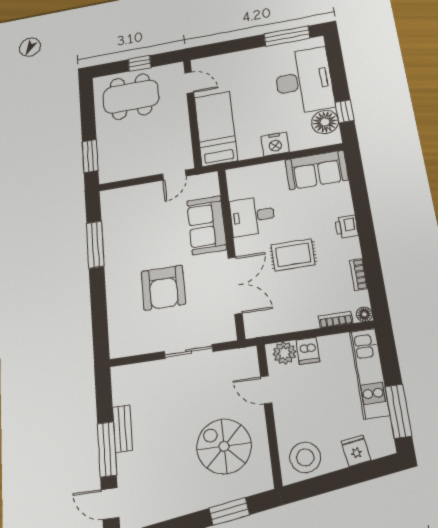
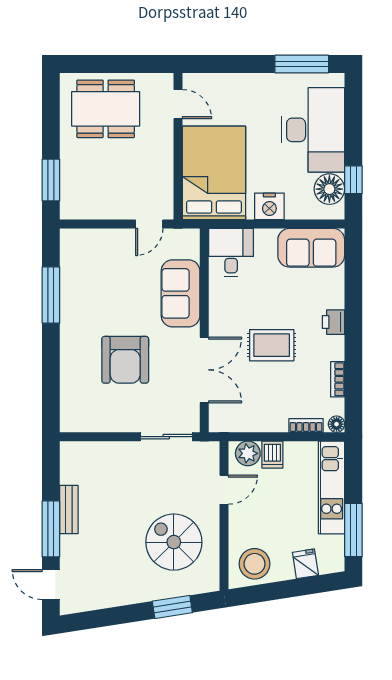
window: (140, 63) -> (120, 64), removed
bed: (216, 129) -> (214, 173), width x1.50
desk: (252, 216) -> (231, 253), moved, turned 90
sliding door: (188, 352) -> (166, 437), moved
door: (266, 390) -> (224, 490), swing flipped

